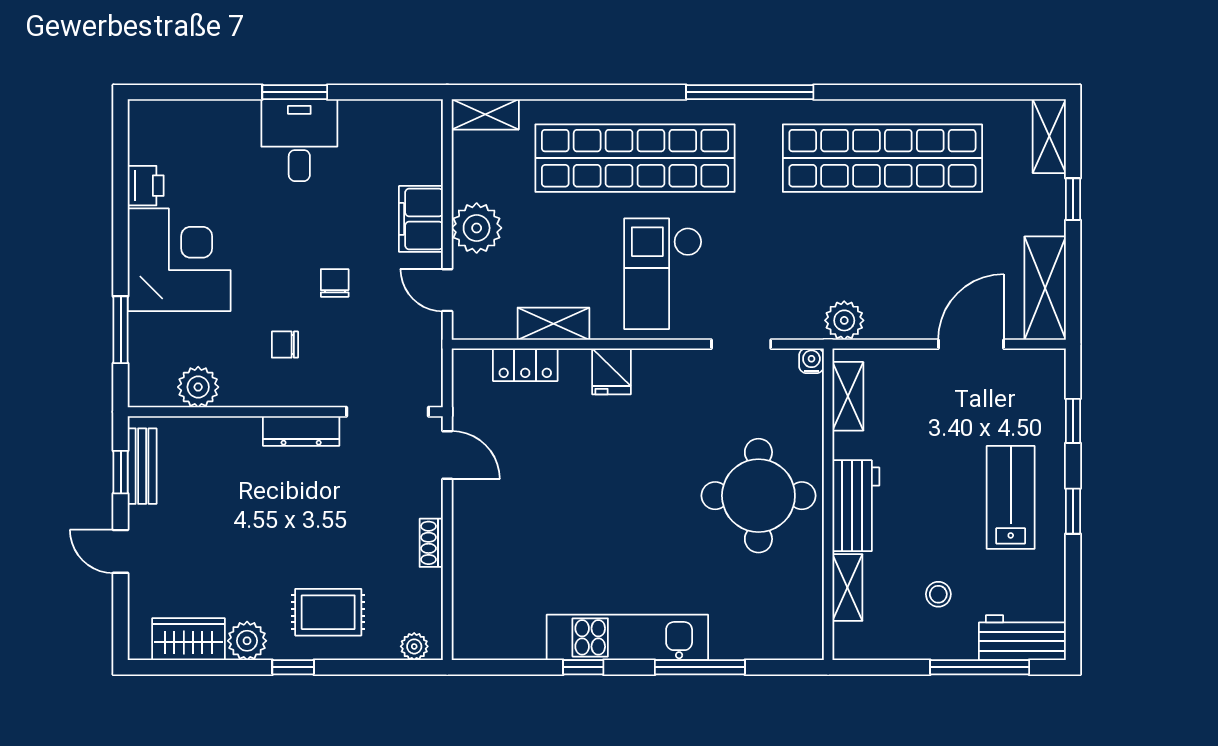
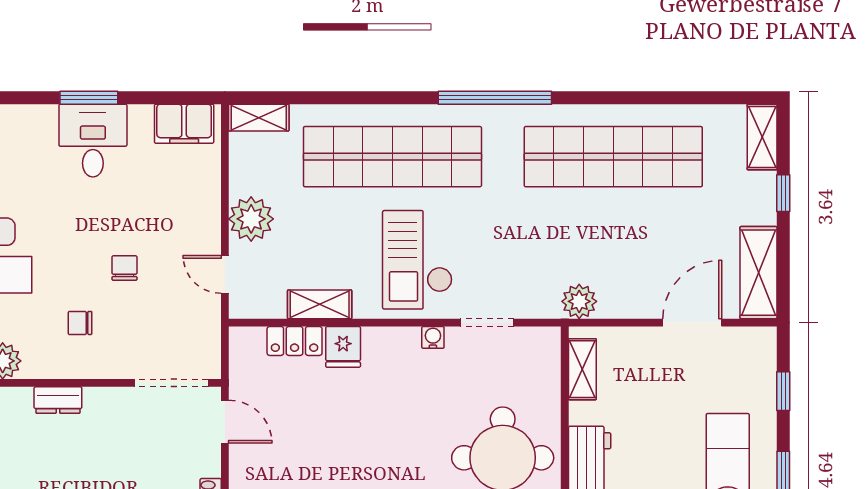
filing cabinet: (421, 219) -> (184, 124), moved, turned -90
water cooler: (811, 361) -> (433, 337), moved
fridge: (611, 371) -> (343, 347), moved
dresser: (301, 431) -> (58, 400), moved, width x0.70

